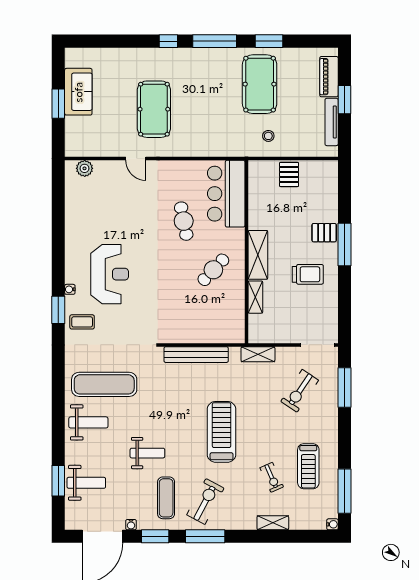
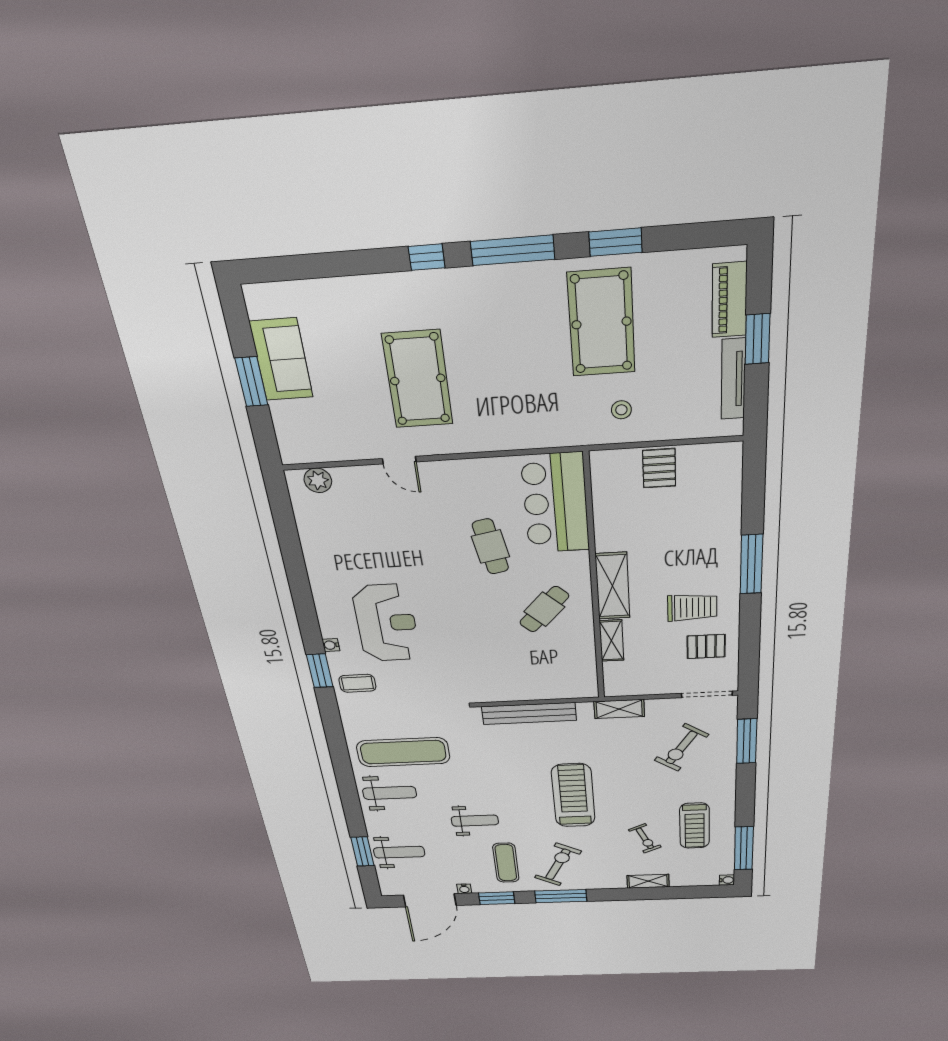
pallet: (324, 233) -> (706, 646), moved

